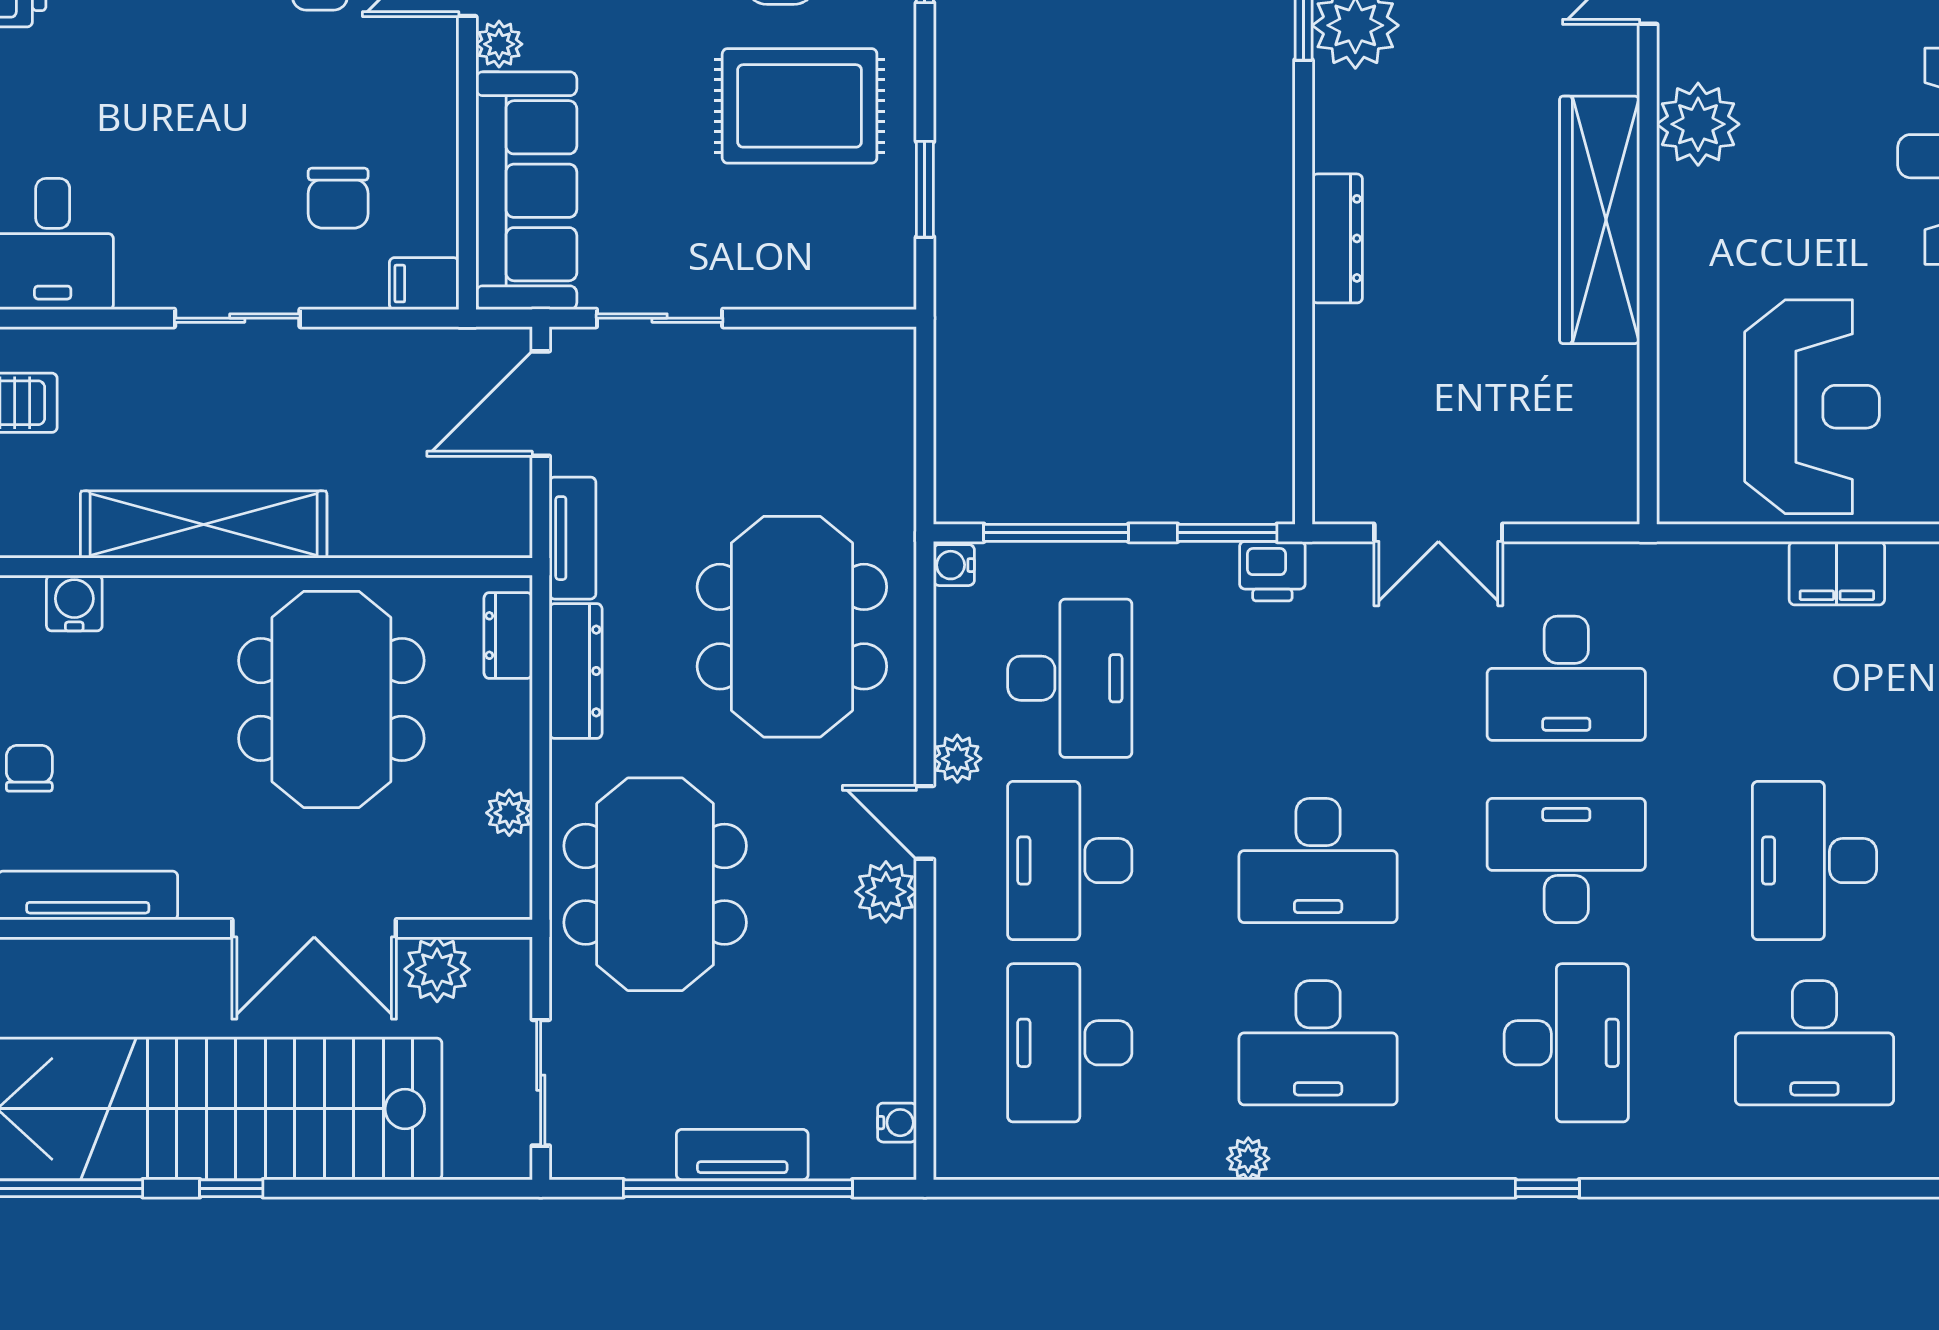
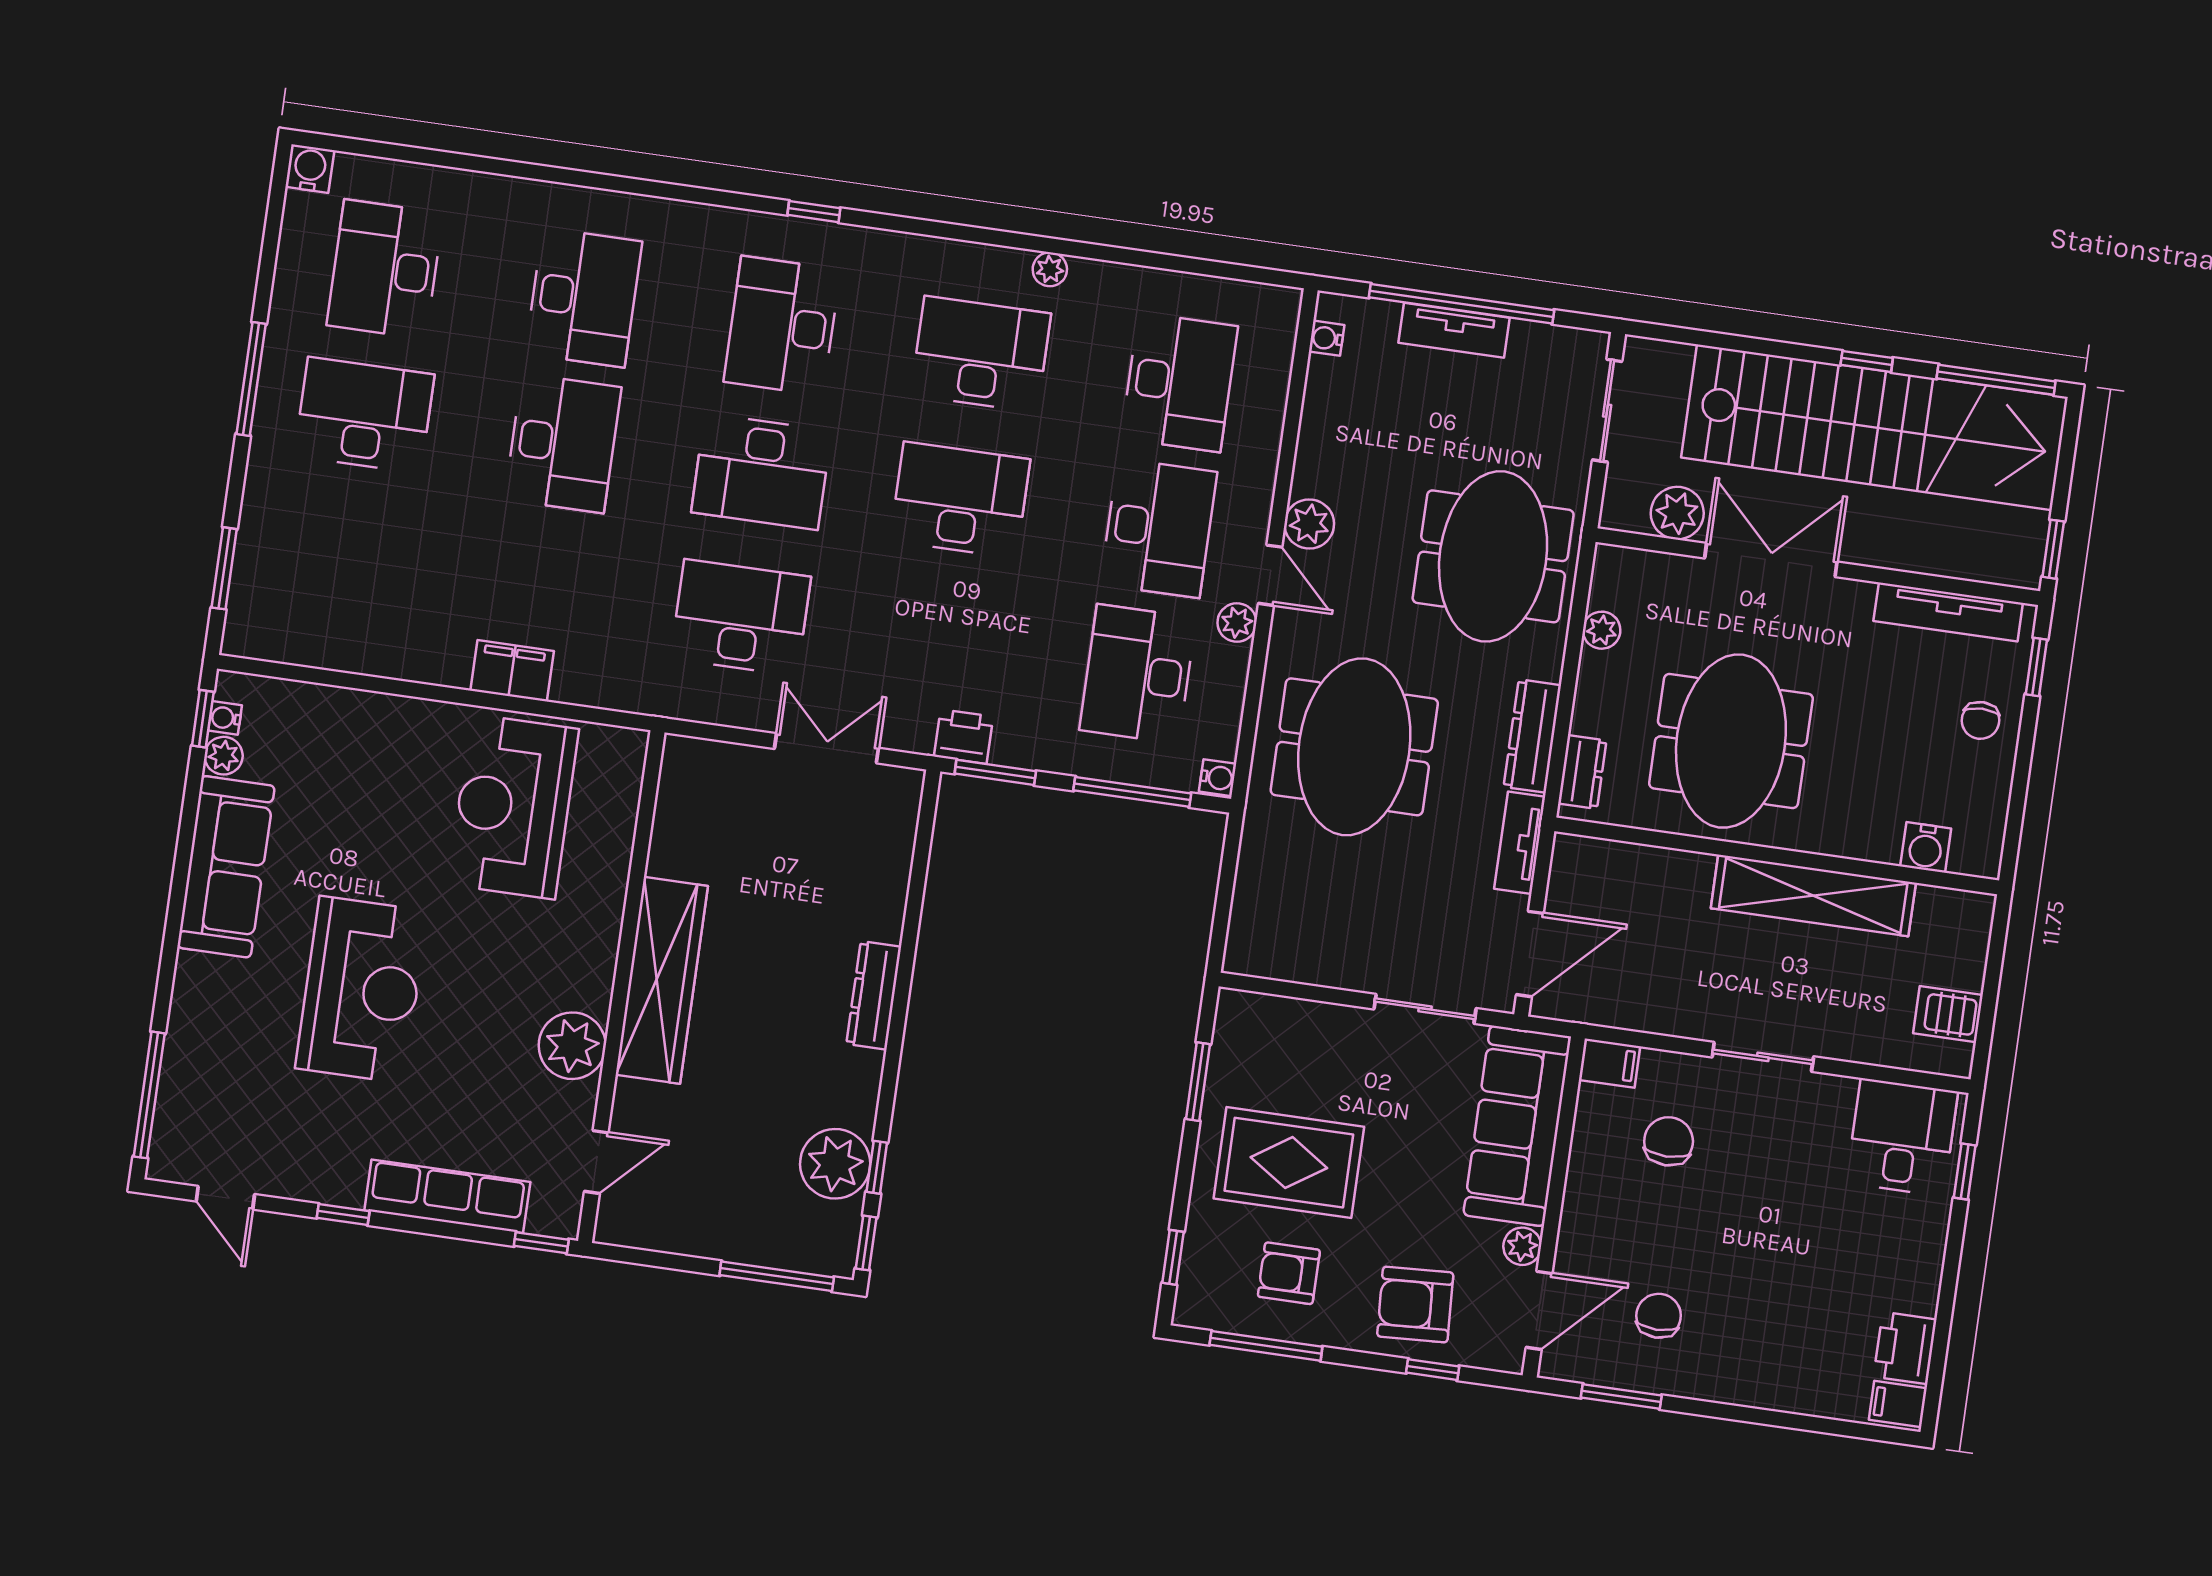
desk: (1814, 1043) -> (584, 298), turned 90

